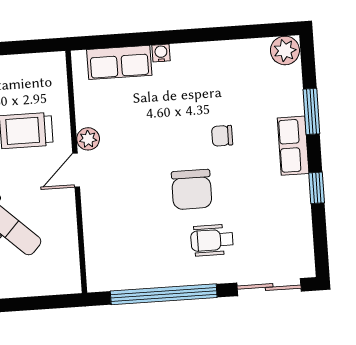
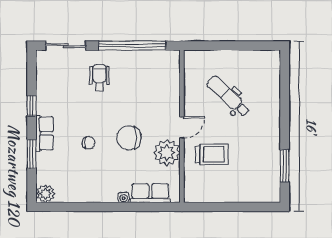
plant: (88, 139) -> (167, 153), width x1.87, depth x1.87
chair: (192, 189) -> (129, 138), moved, turned -90
wheelchair: (212, 240) -> (99, 78), turned -90

